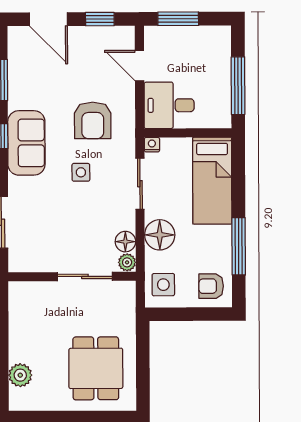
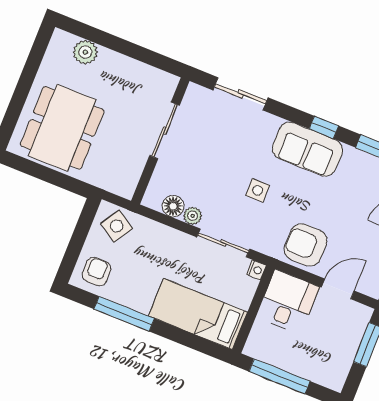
armchair: (93, 120) -> (306, 245), moved
floor lamp: (160, 235) -> (166, 242), removed
plant: (127, 262) -> (193, 216), moved
sliding door: (85, 276) -> (165, 131), moved
side table: (163, 285) -> (117, 226), turned 32
dining table: (96, 368) -> (62, 128), width x1.37

